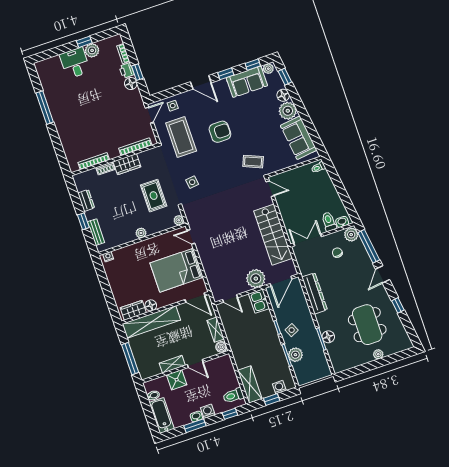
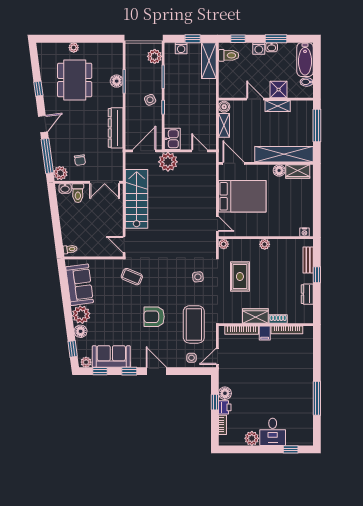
window: (84, 42) -> (291, 449), moved
filing cabinet: (113, 151) -> (265, 333), added
plant: (295, 355) -> (155, 56), moved

